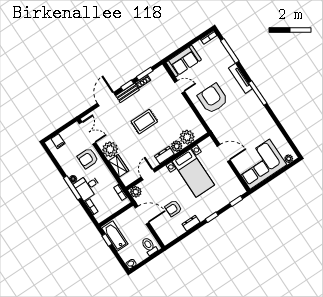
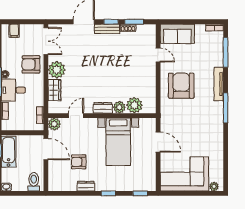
rug: (144, 122) -> (105, 65), removed

